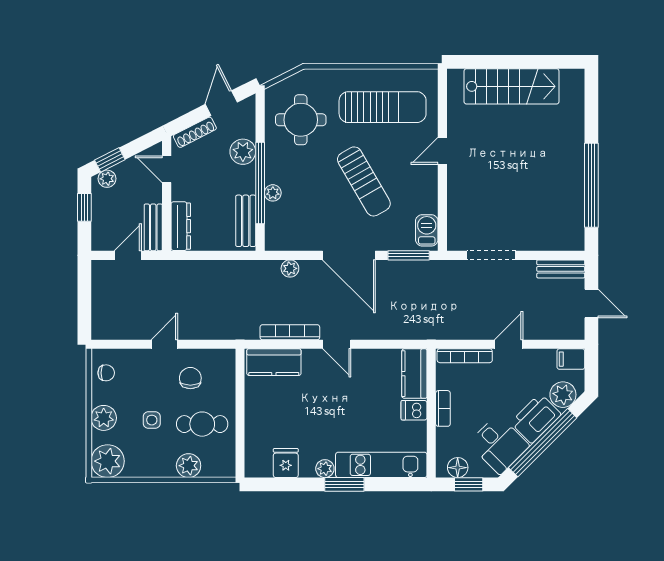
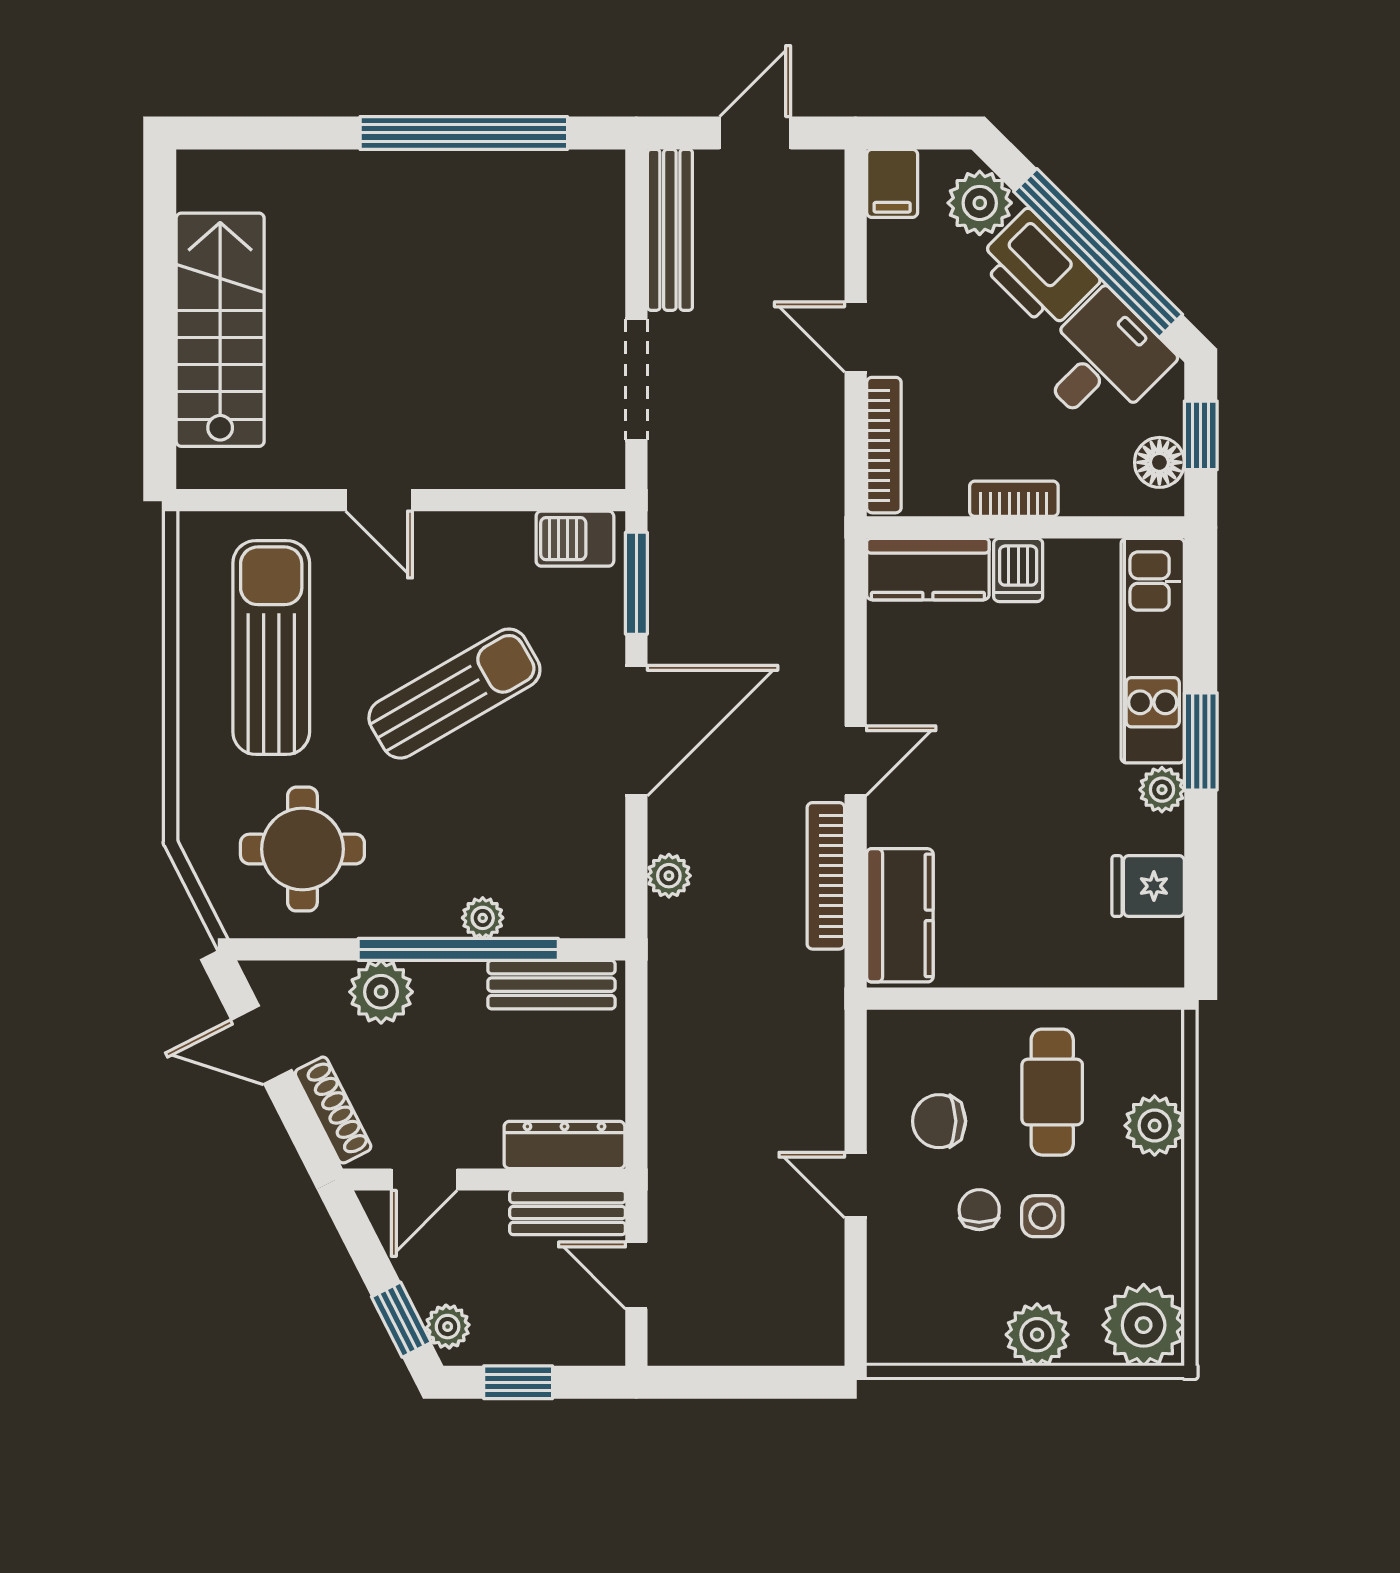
bench: (561, 269) -> (670, 230), width x1.36
chair: (106, 373) -> (979, 1210), moved

